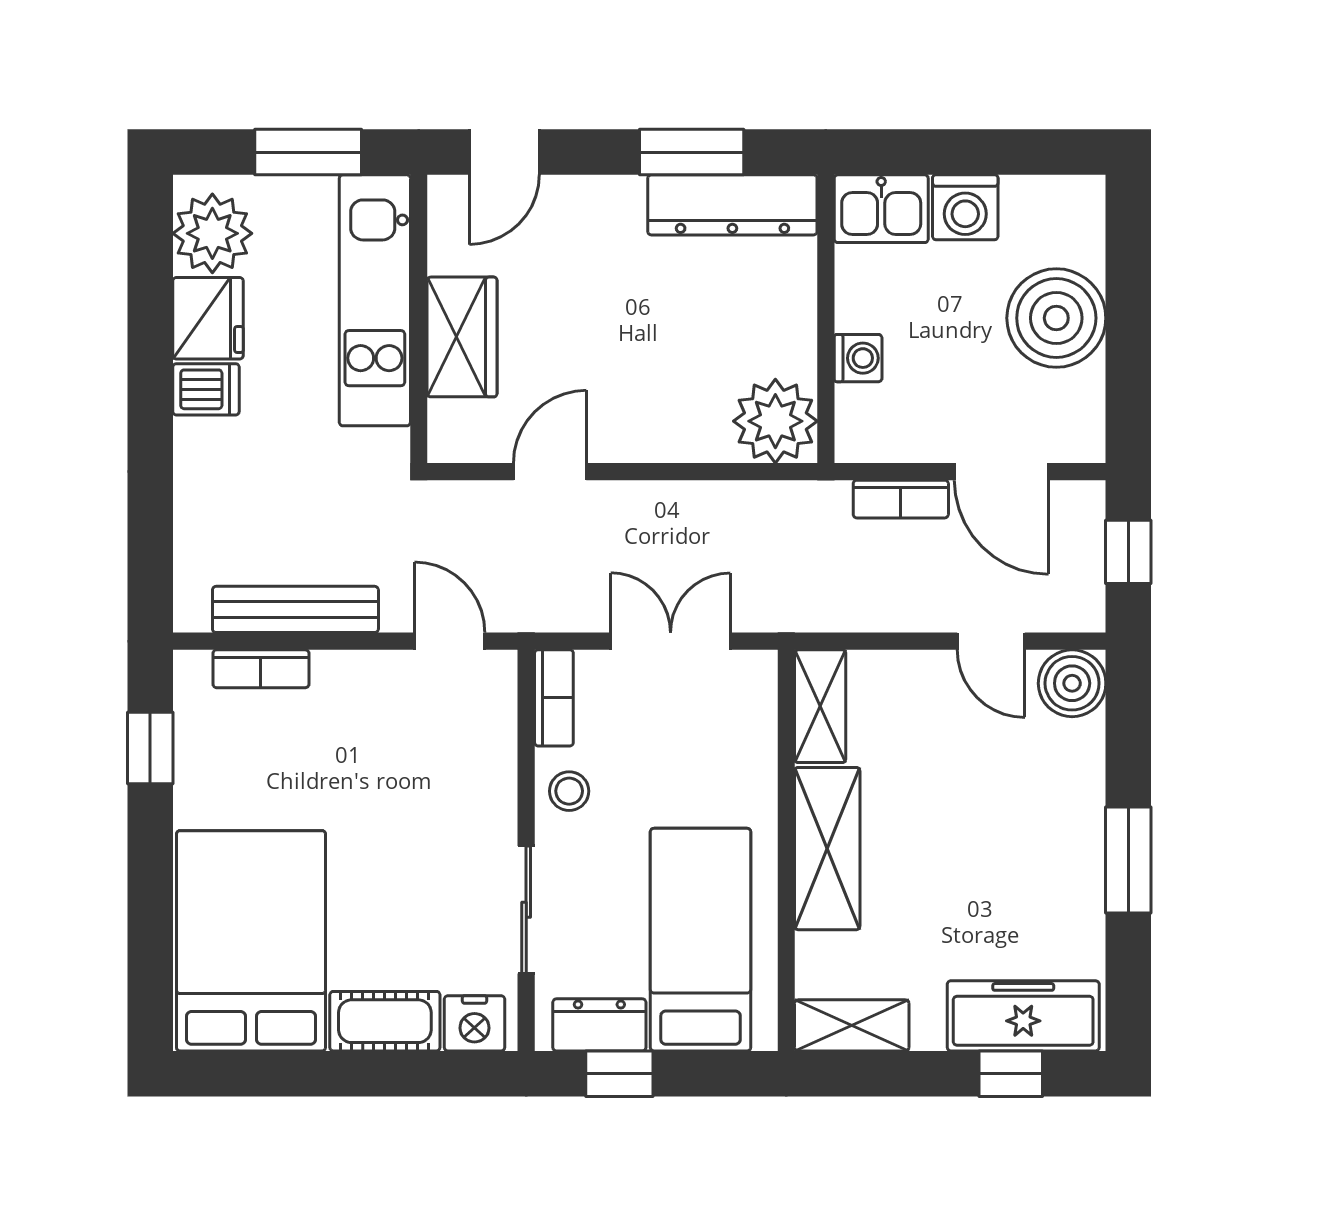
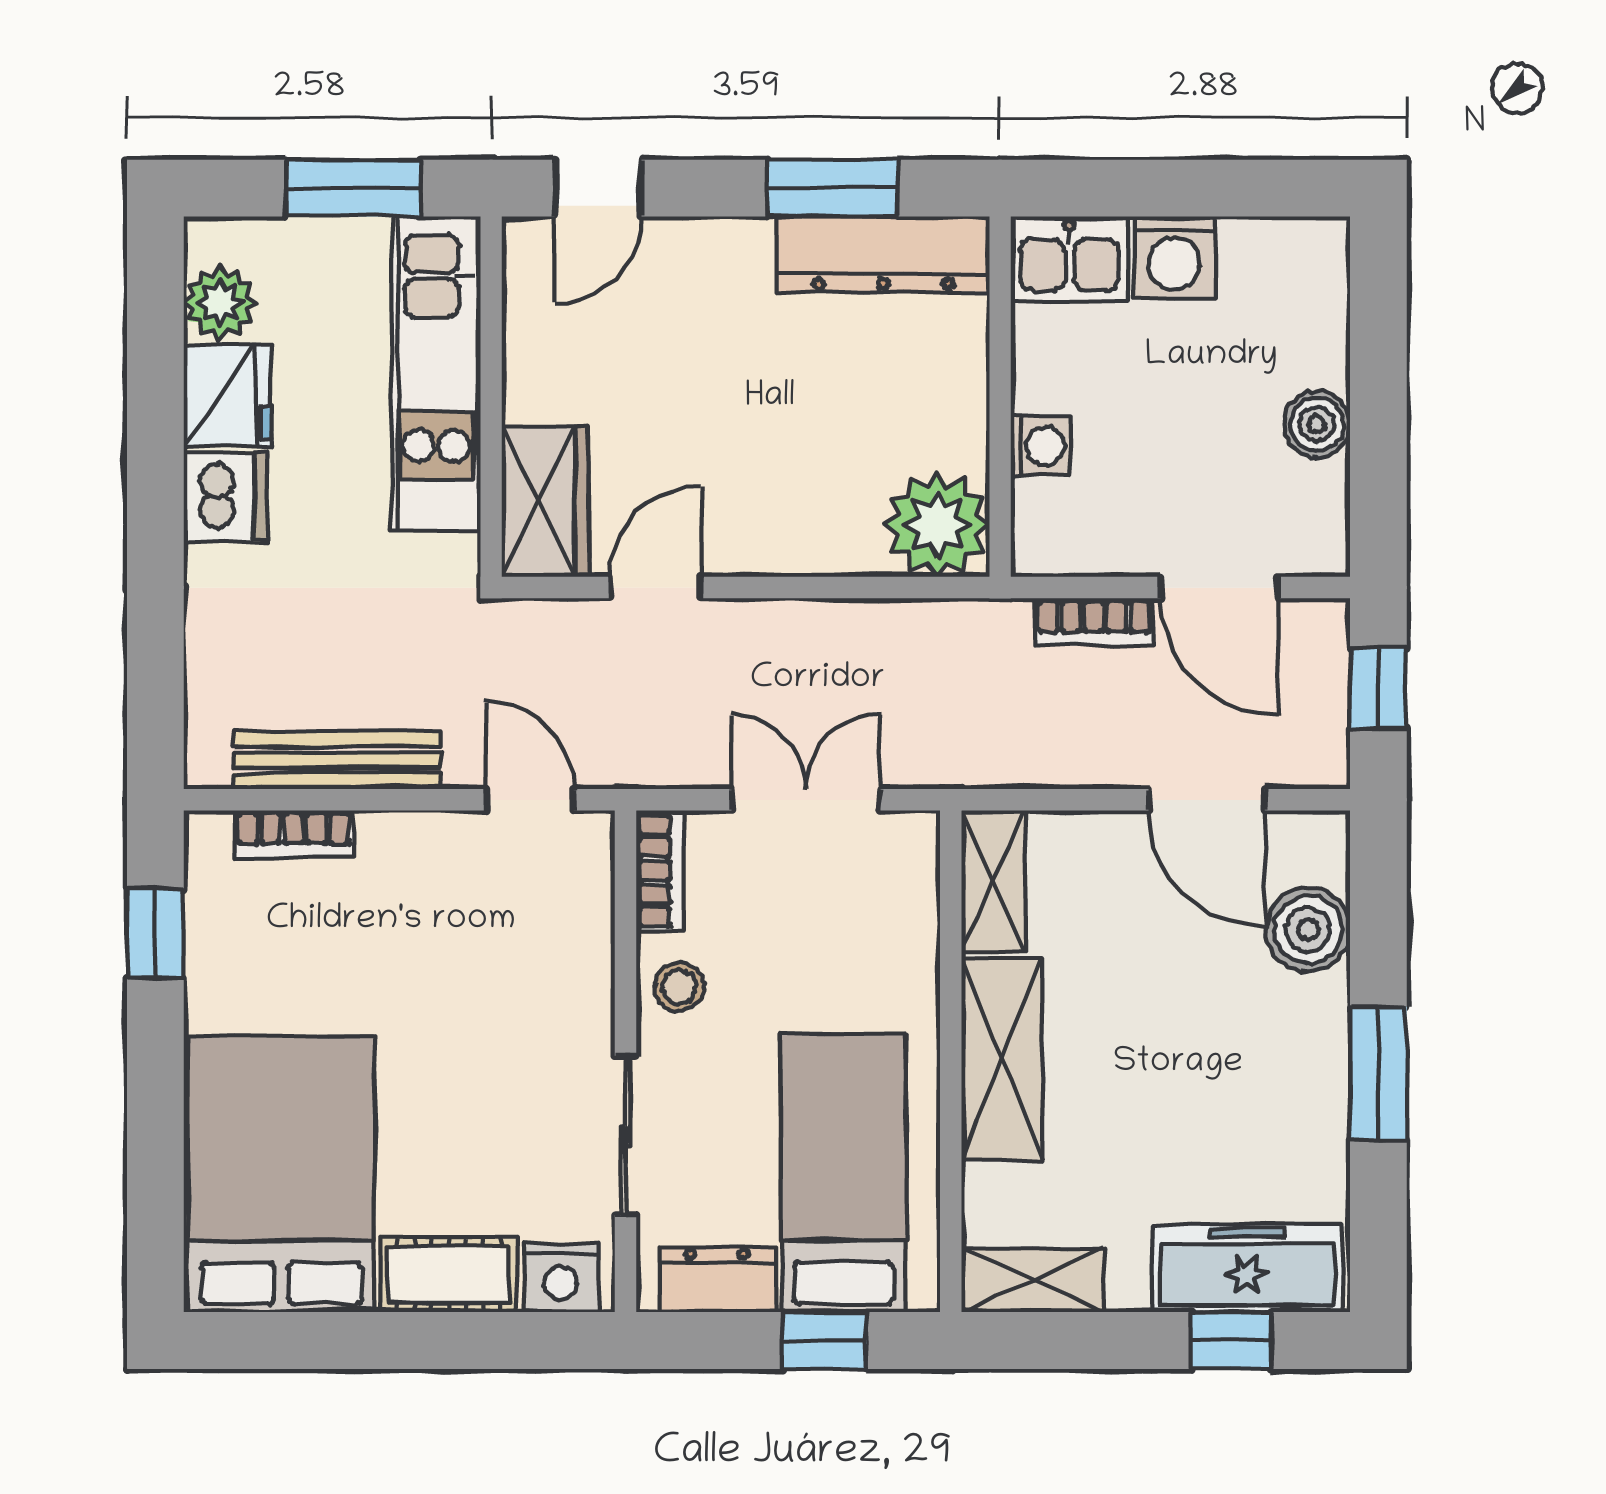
plant: (212, 233) -> (220, 303), width x0.73, depth x0.73
boiler: (1056, 318) -> (1317, 424), width x0.54, depth x0.54
wardrobe: (462, 337) -> (545, 502), moved
dishwasher: (206, 389) -> (225, 497), width x1.38
door: (991, 641) -> (1207, 800), width x1.37
boiler: (1072, 683) -> (1308, 930), moved
window: (619, 1074) -> (824, 1341), moved

